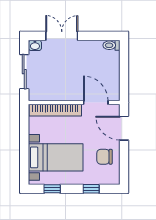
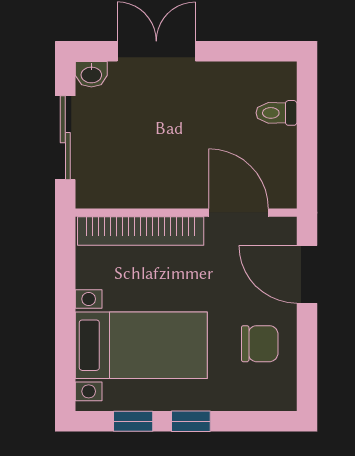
toilet: (111, 45) -> (276, 113), moved
chair: (105, 157) -> (260, 344), turned 180
window: (91, 189) -> (191, 421), moved

